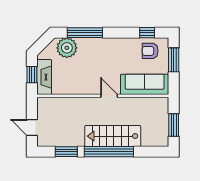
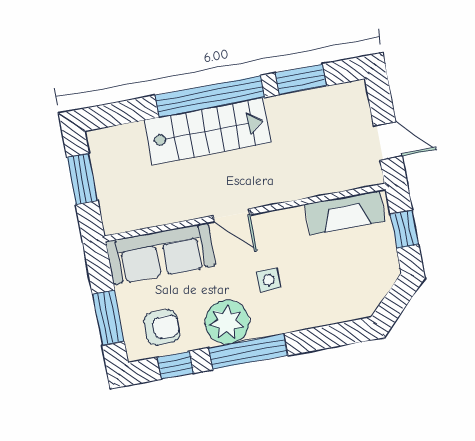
window: (85, 33) -> (248, 352), moved
plant: (67, 48) -> (227, 322), moved
side table: (98, 63) -> (268, 280), added
fireplace: (44, 77) -> (345, 213), moved, turned -90
door: (32, 127) -> (388, 141), moved

